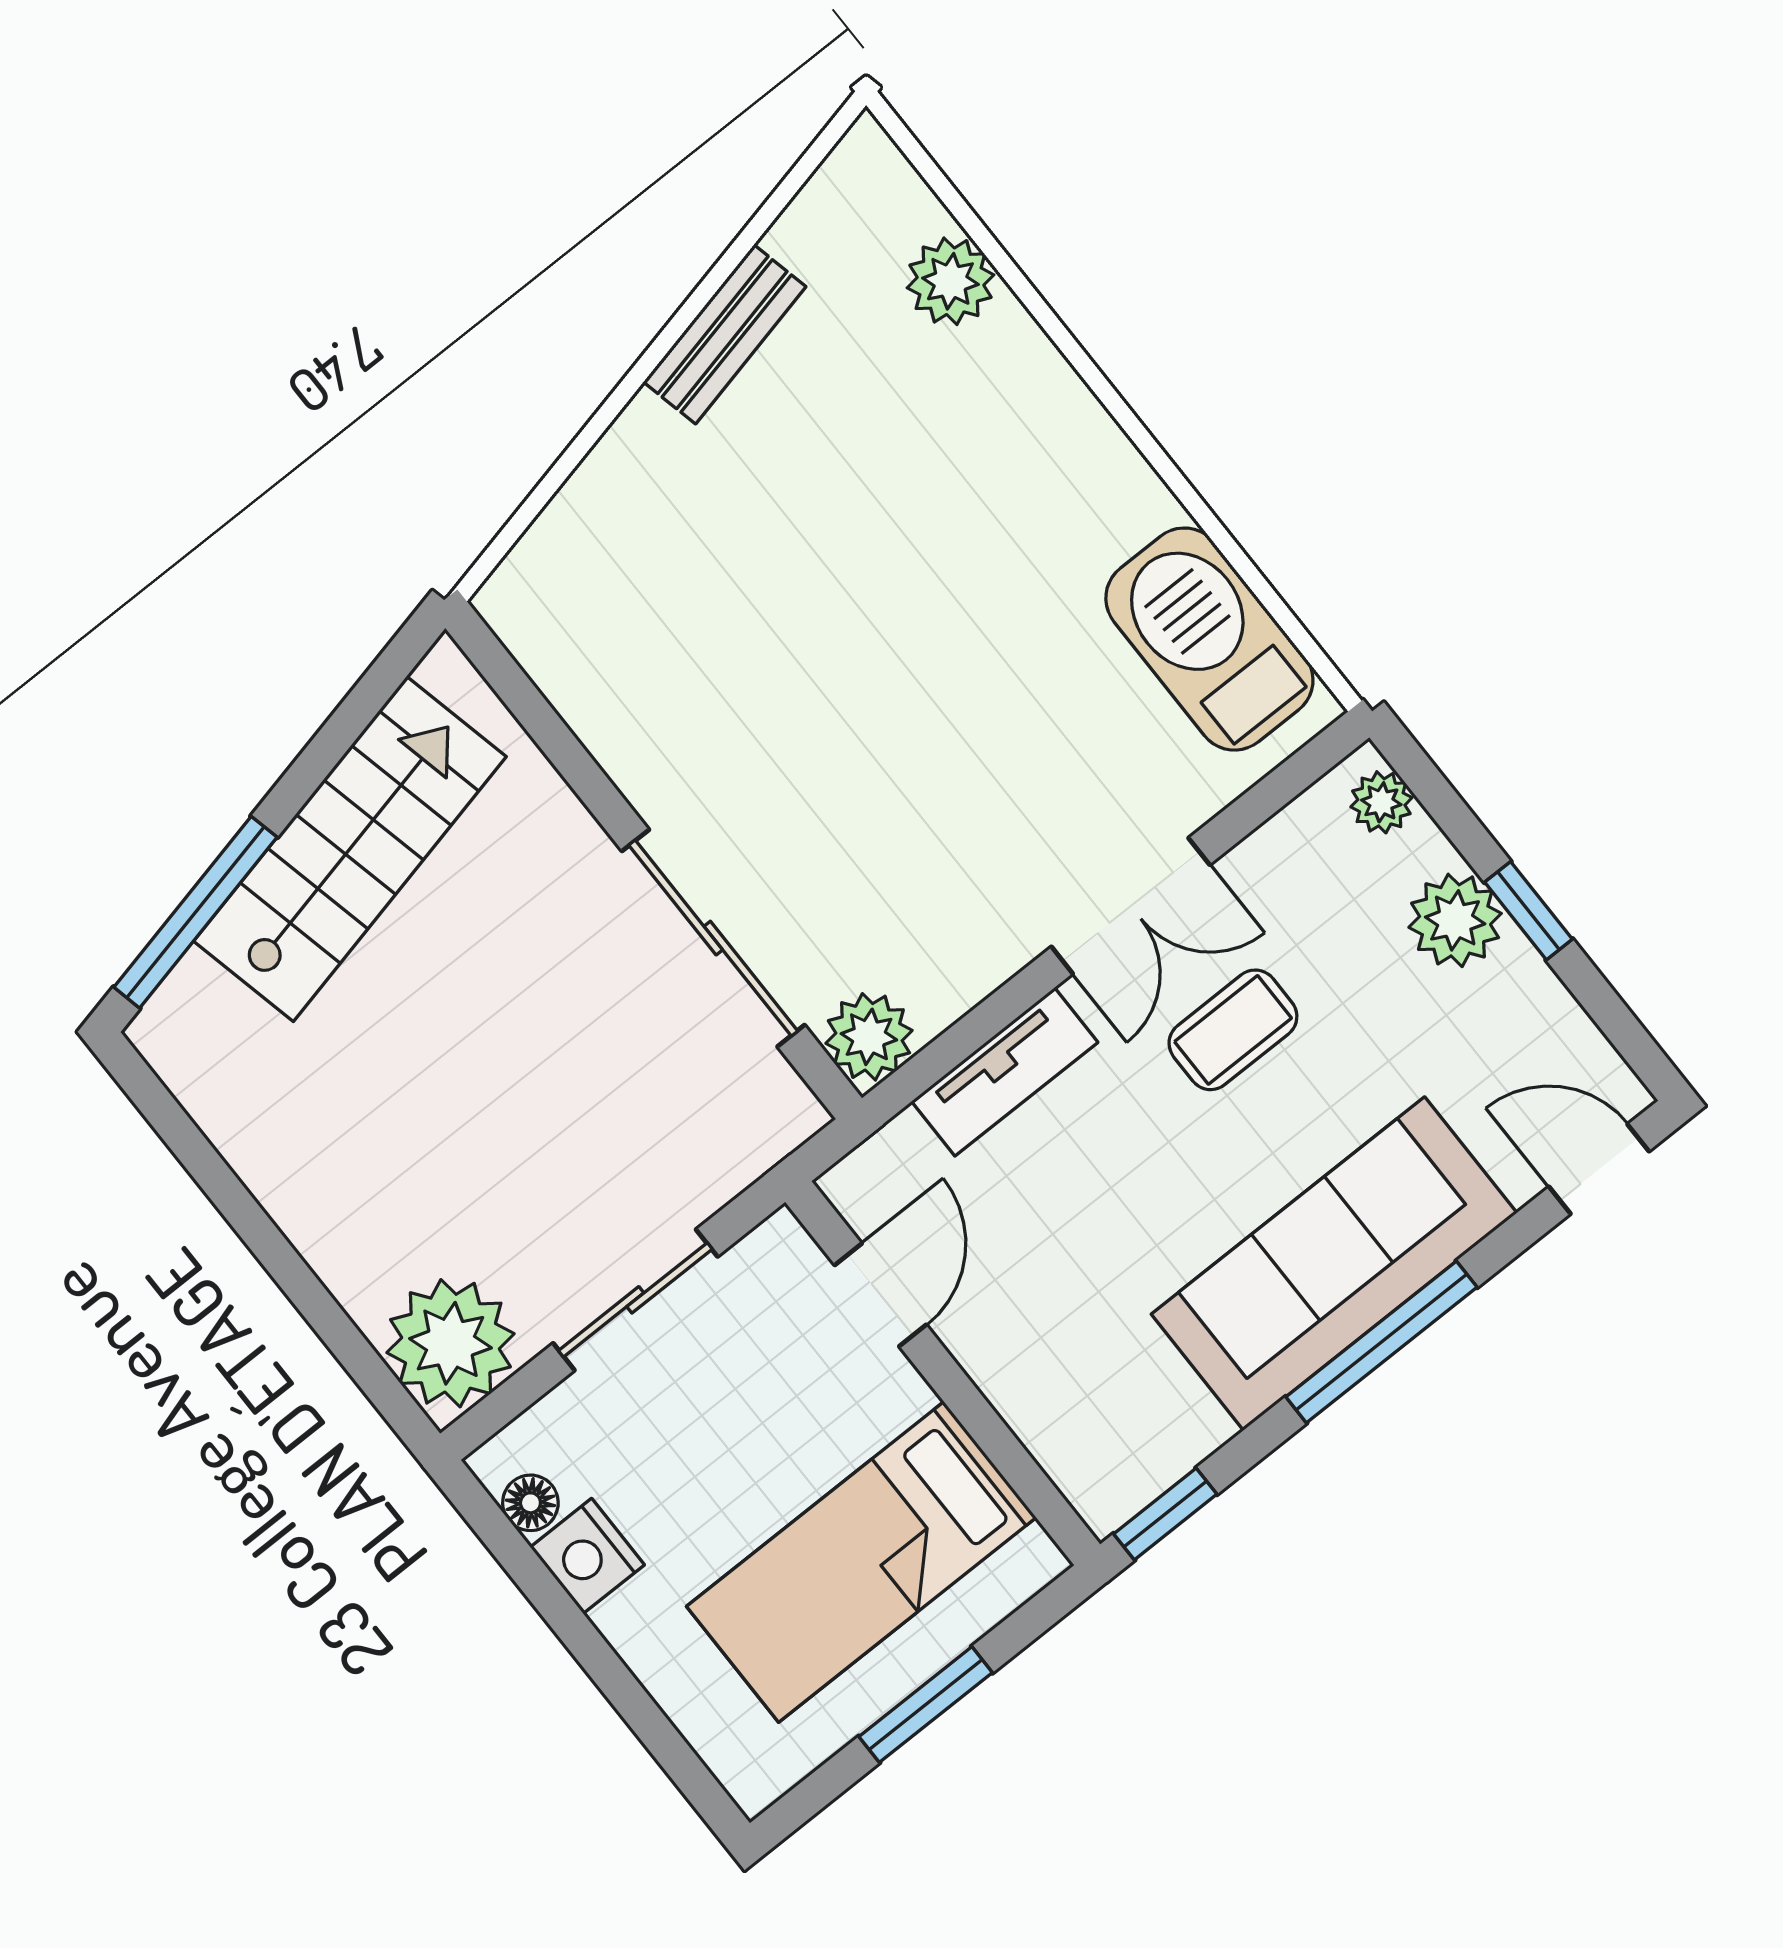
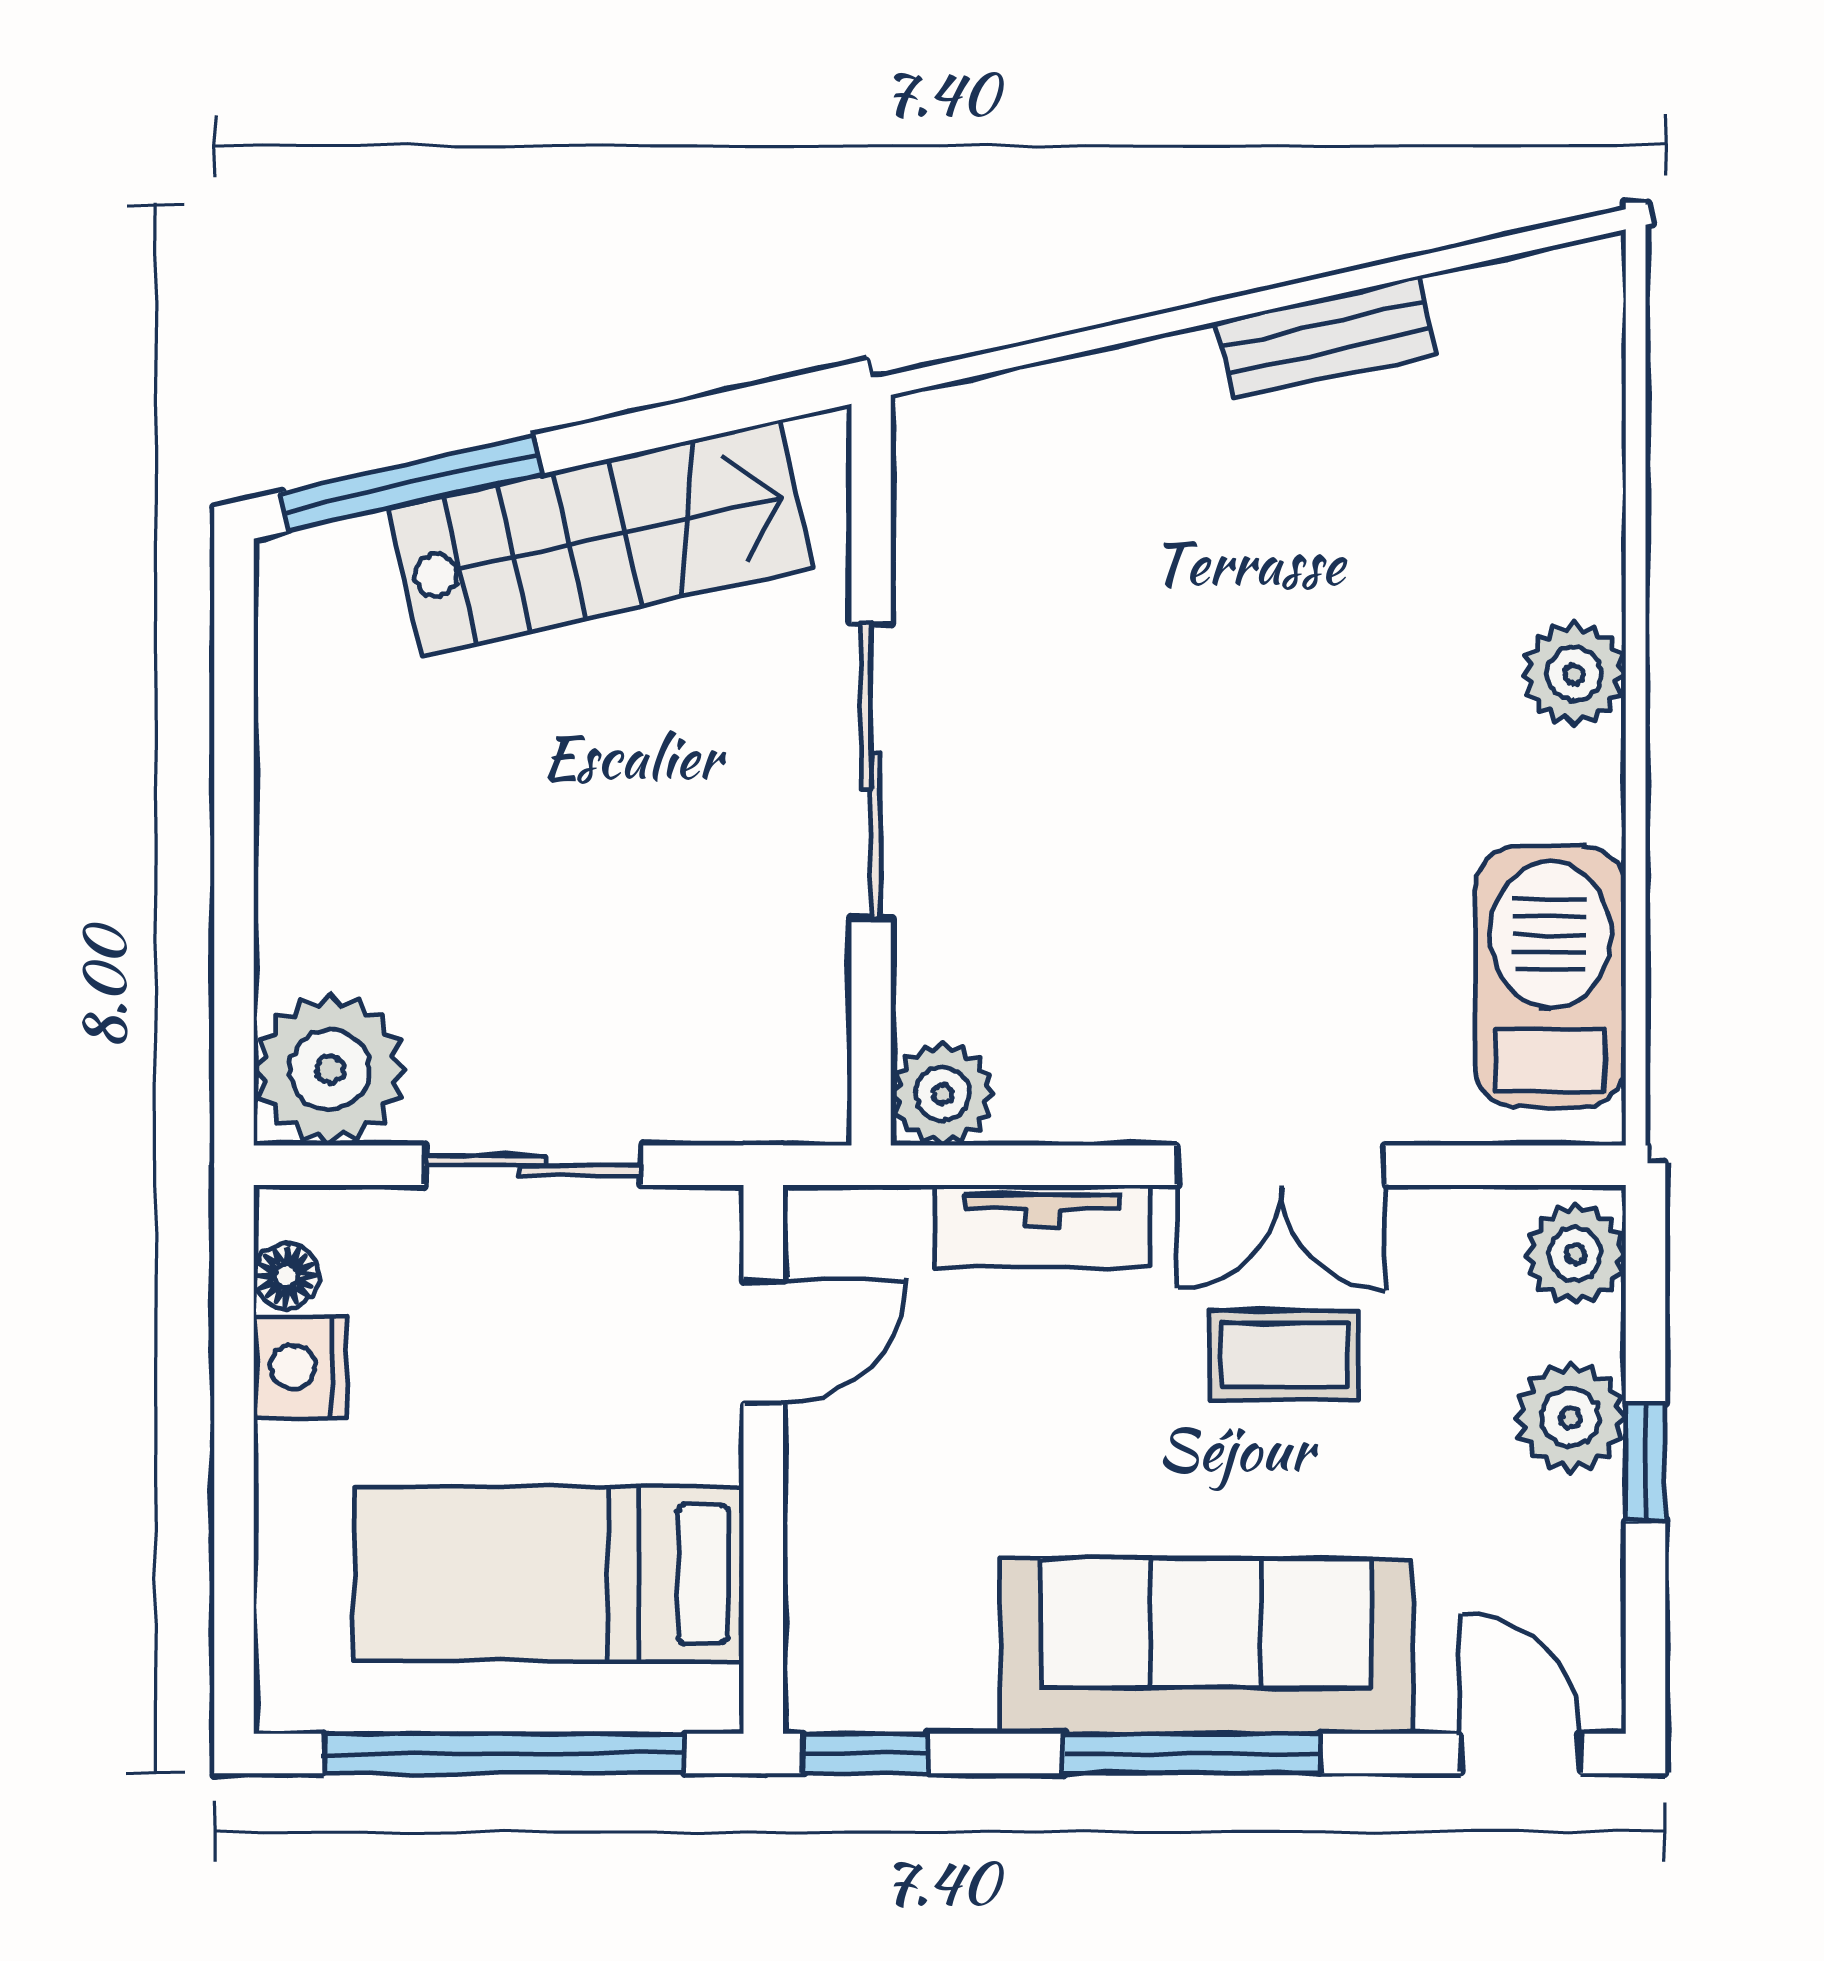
plant: (950, 281) -> (1574, 674), moved
plant: (1381, 802) -> (1575, 1254), width x1.38, depth x1.38
sliding door: (713, 938) -> (871, 771), moved
window: (926, 1705) -> (504, 1753), width x2.11

